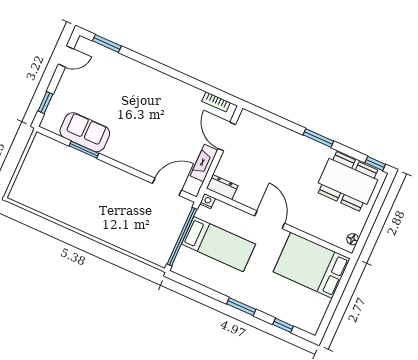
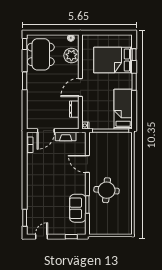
door: (66, 57) -> (41, 237), hinge flipped
door: (167, 187) -> (87, 164), moved
dresser: (222, 187) -> (74, 109), moved
round table: (93, 189) -> (107, 190), added
plant: (325, 228) -> (71, 55), added
bed: (219, 244) -> (123, 109), moved
bed: (312, 265) -> (113, 60), moved, turned 90

